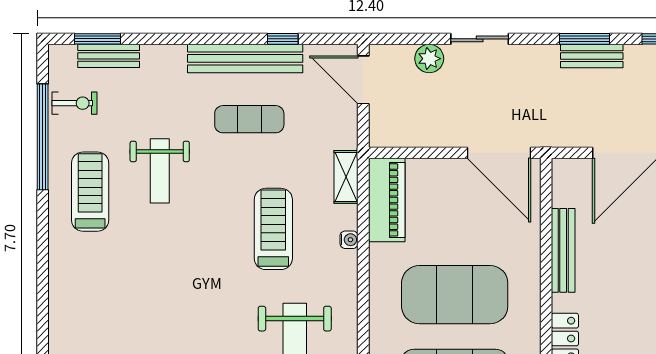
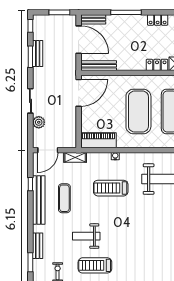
bench: (109, 56) -> (38, 246), moved
weight bench: (160, 171) -> (86, 236), turned 180
shelving: (346, 177) -> (75, 157), moved
bench: (563, 250) -> (99, 66), moved

